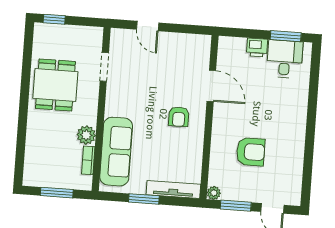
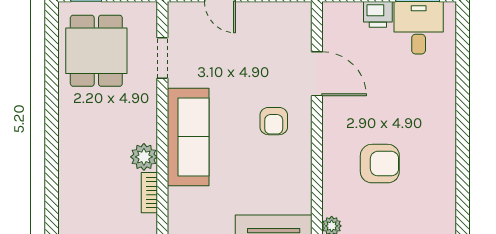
dining table: (55, 85) -> (96, 51), moved
sofa: (116, 152) -> (188, 137), moved

